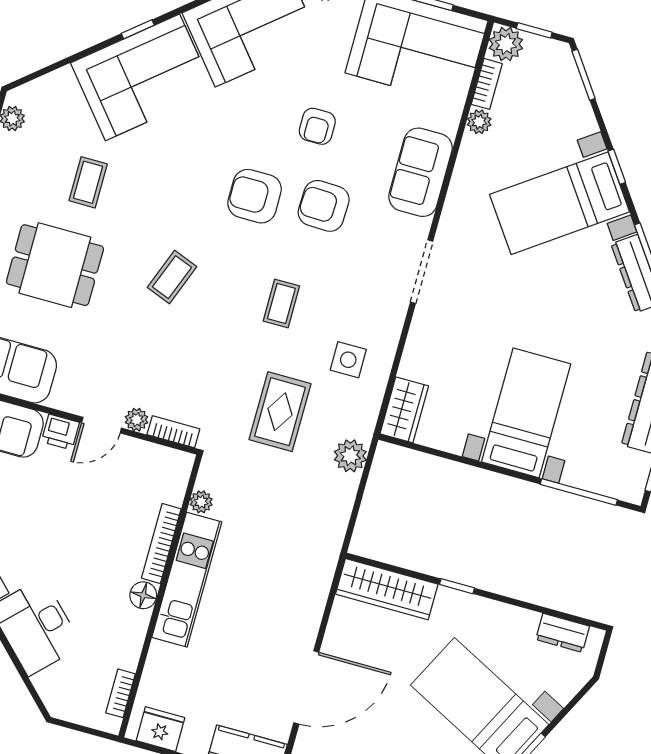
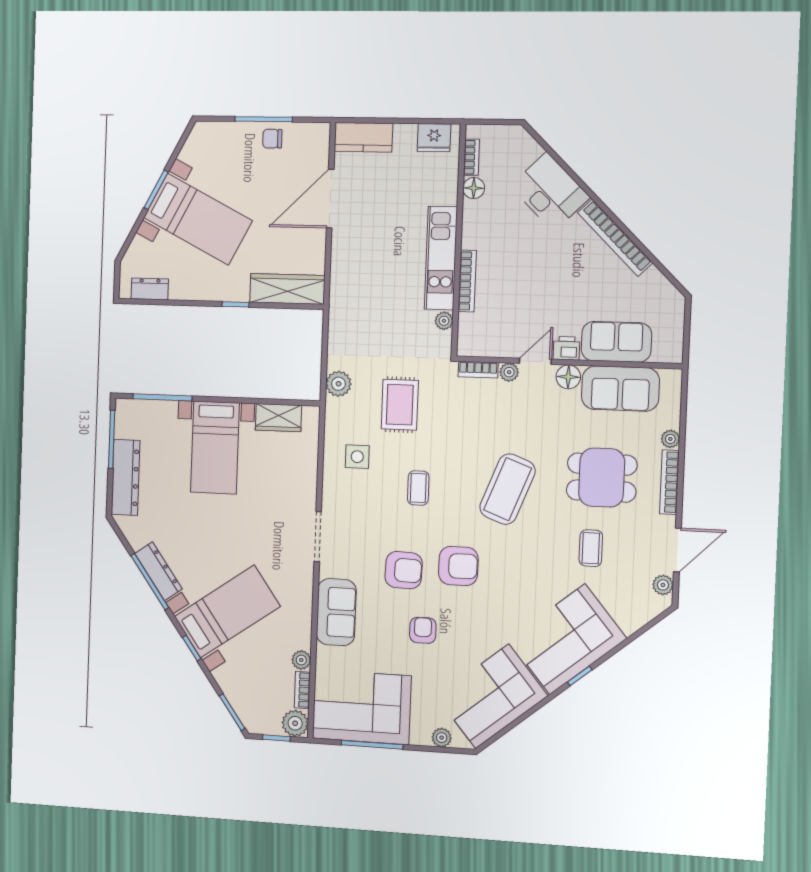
coffee table: (172, 277) -> (507, 489), width x1.86, depth x1.72
floor lamp: (66, 397) -> (568, 377), added
wardrobe: (404, 410) -> (279, 418), moved, turned -90
floor lamp: (143, 595) -> (474, 188), moved

